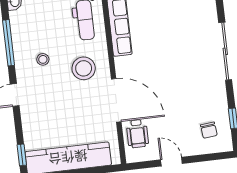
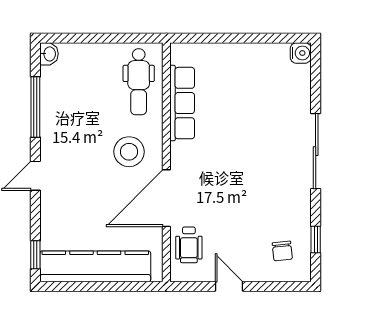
stool: (43, 59) -> (77, 134), removed
door: (116, 100) -> (166, 198), swing flipped

